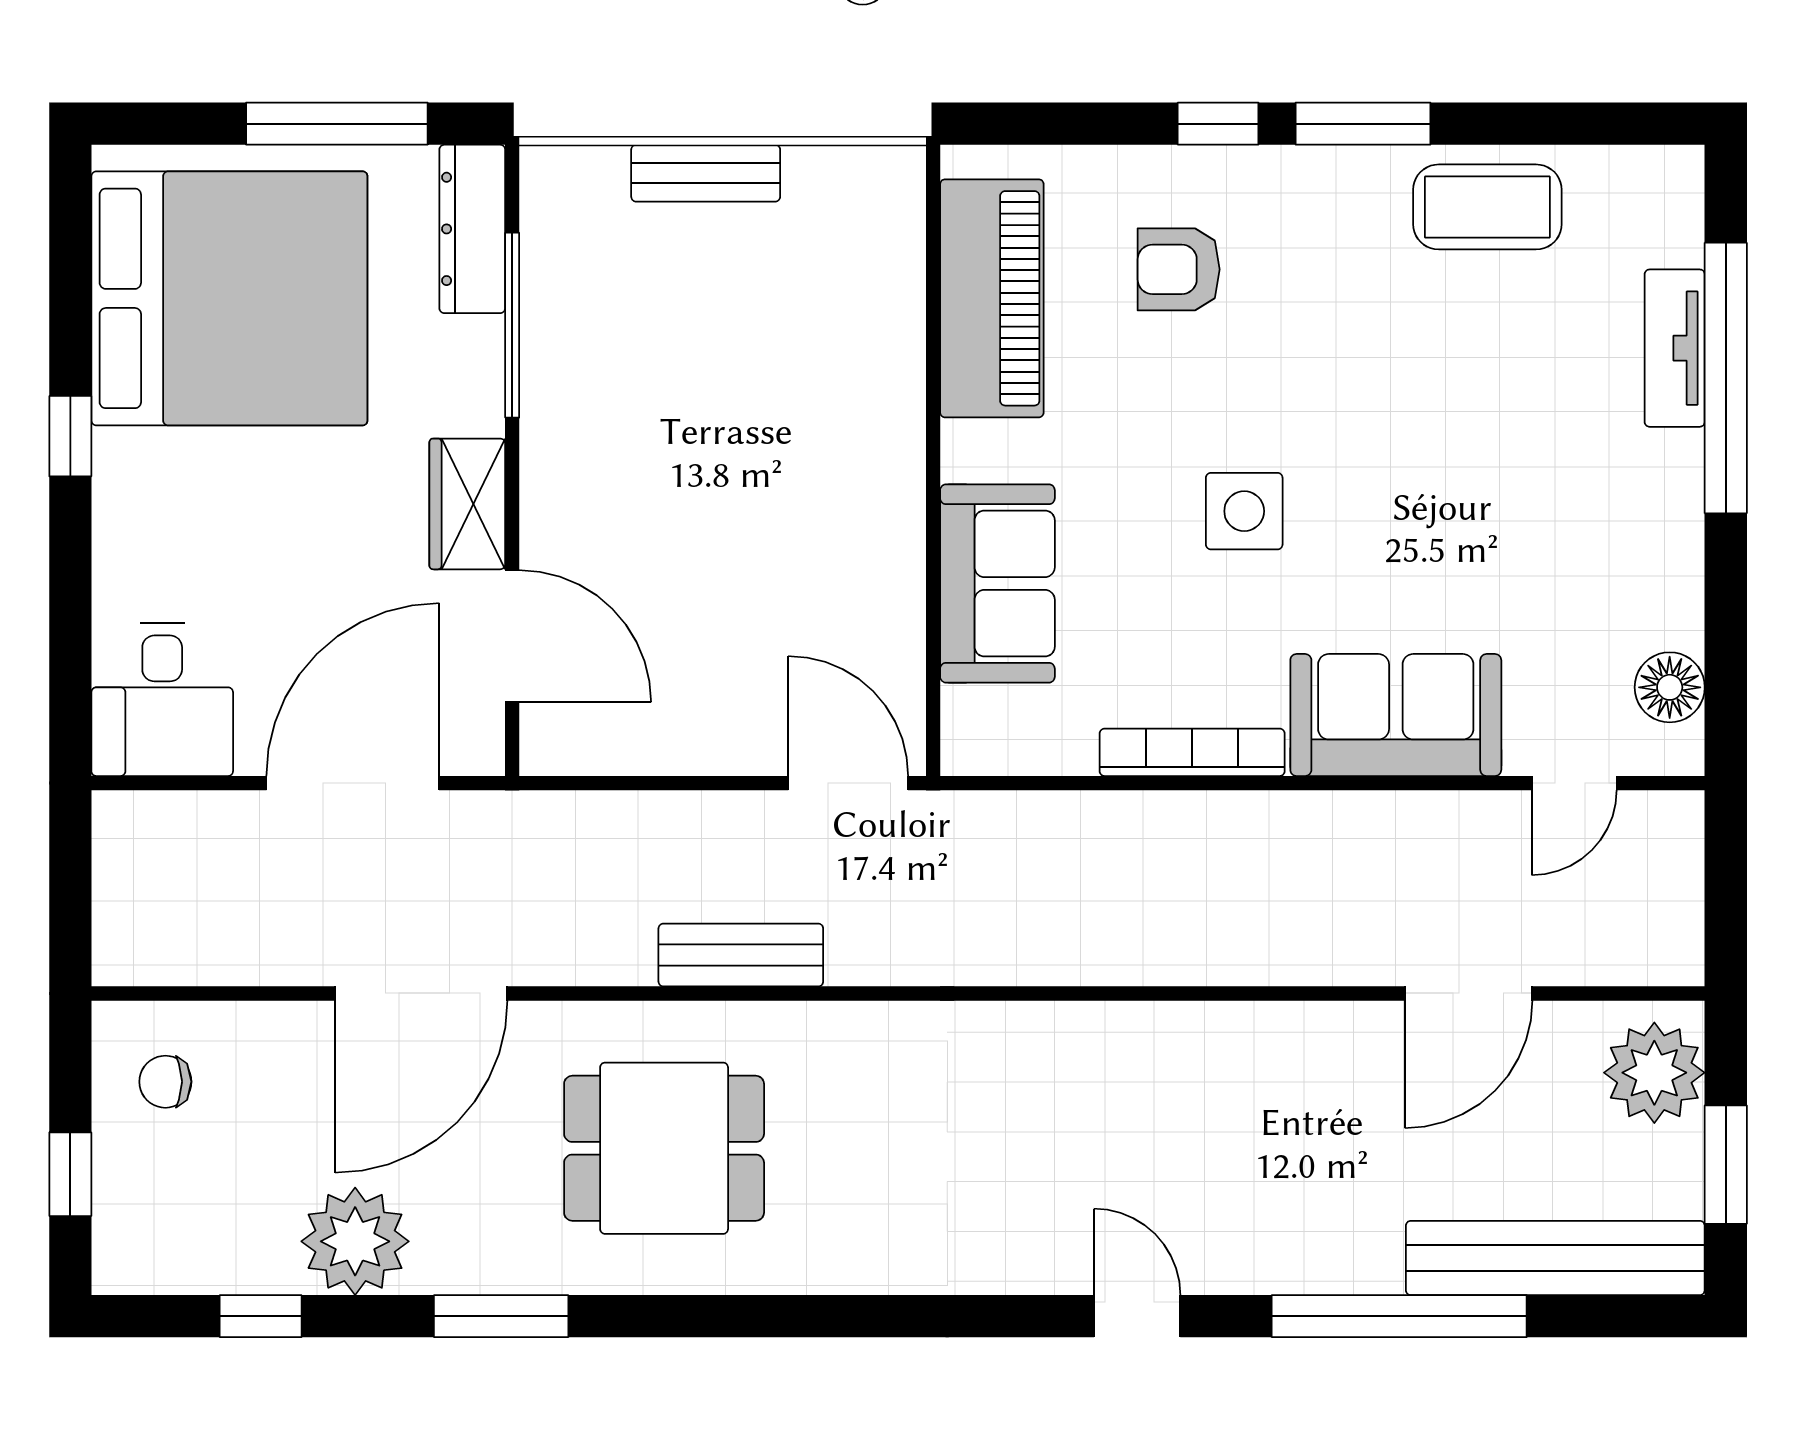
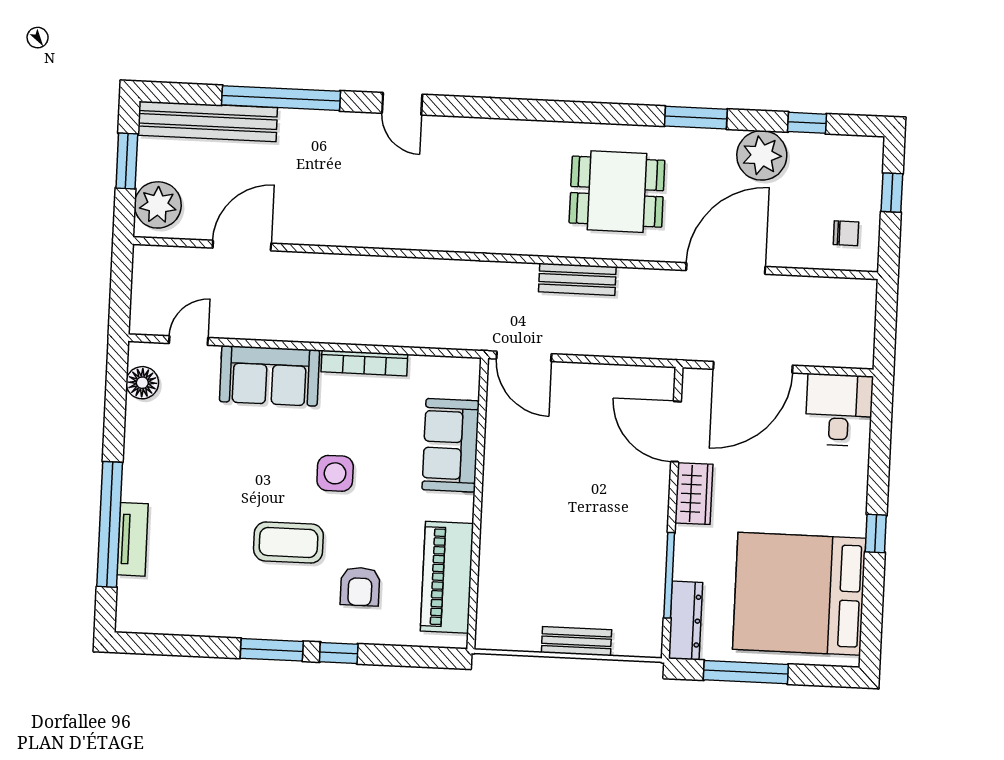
coffee table: (1487, 207) -> (288, 542), moved
armchair: (1179, 269) -> (360, 586), turned 90

